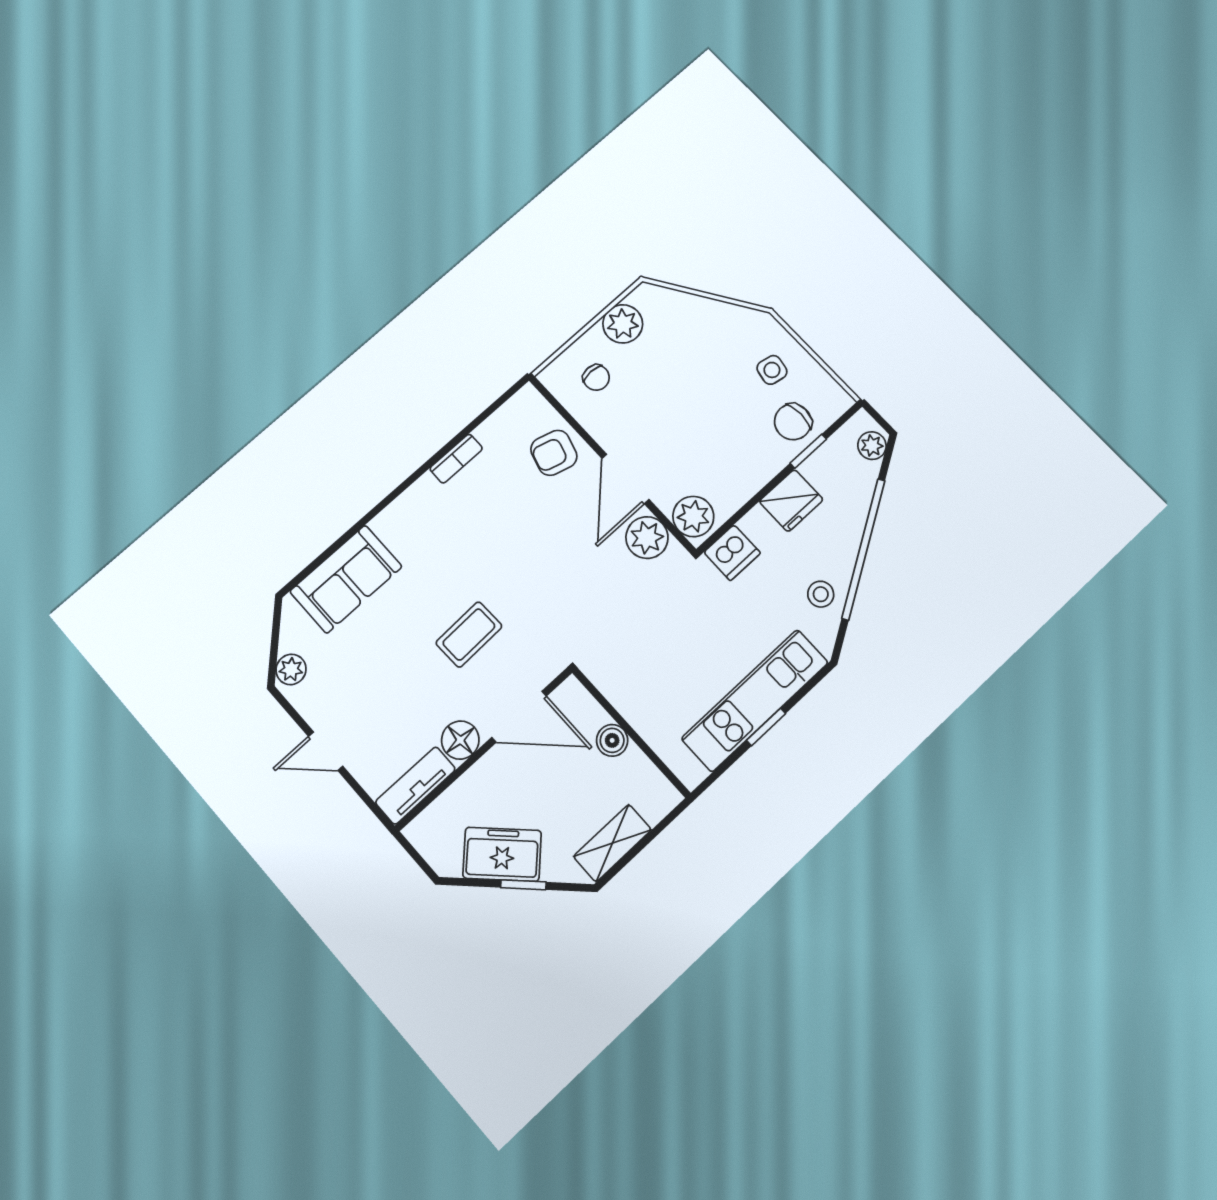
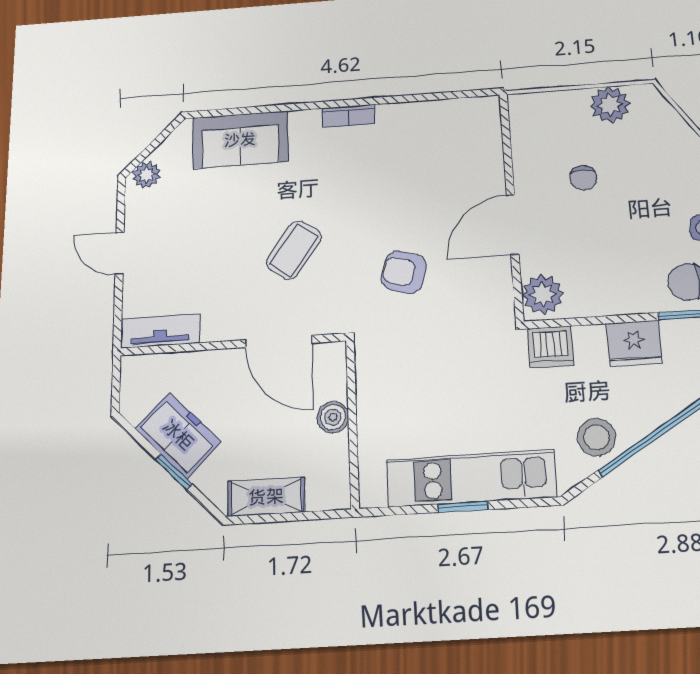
chair: (596, 378) -> (583, 178), moved
armchair: (554, 453) -> (404, 272), moved
bookcase: (456, 459) -> (348, 116), moved
plant: (647, 538) -> (492, 282), removed
stool: (821, 594) -> (597, 437), width x1.37, depth x1.37
coffee table: (469, 634) -> (294, 250), turned -53
floor lamp: (460, 740) -> (221, 324), removed

